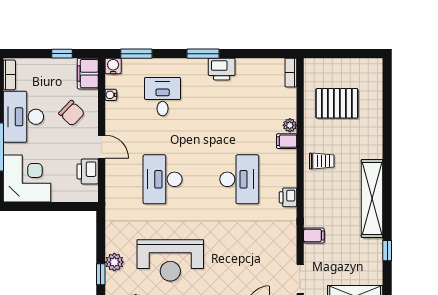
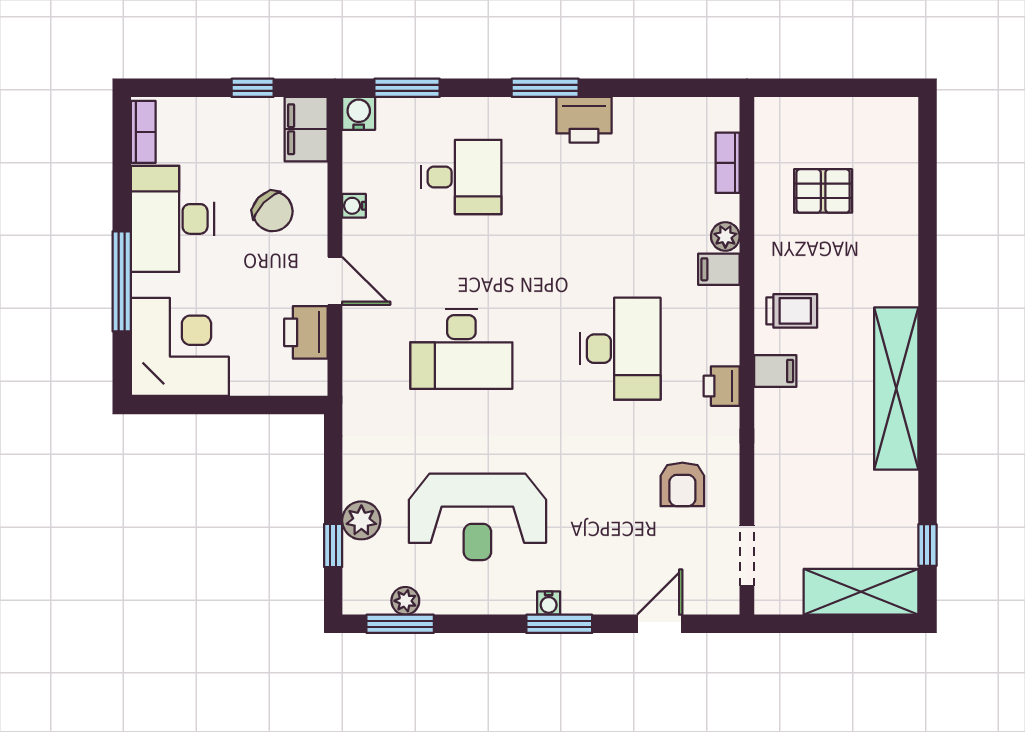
bookcase: (291, 73) -> (728, 163), moved
water cooler: (111, 95) -> (354, 206), moved
desk: (163, 97) -> (461, 177), turned 90
pallet: (337, 103) -> (823, 191), width x0.67, depth x0.71
desk: (163, 179) -> (461, 349), turned -90
filing cabinet: (314, 235) -> (775, 371), moved
armchair: (269, 245) -> (682, 484), added
window: (387, 251) -> (927, 545), moved

